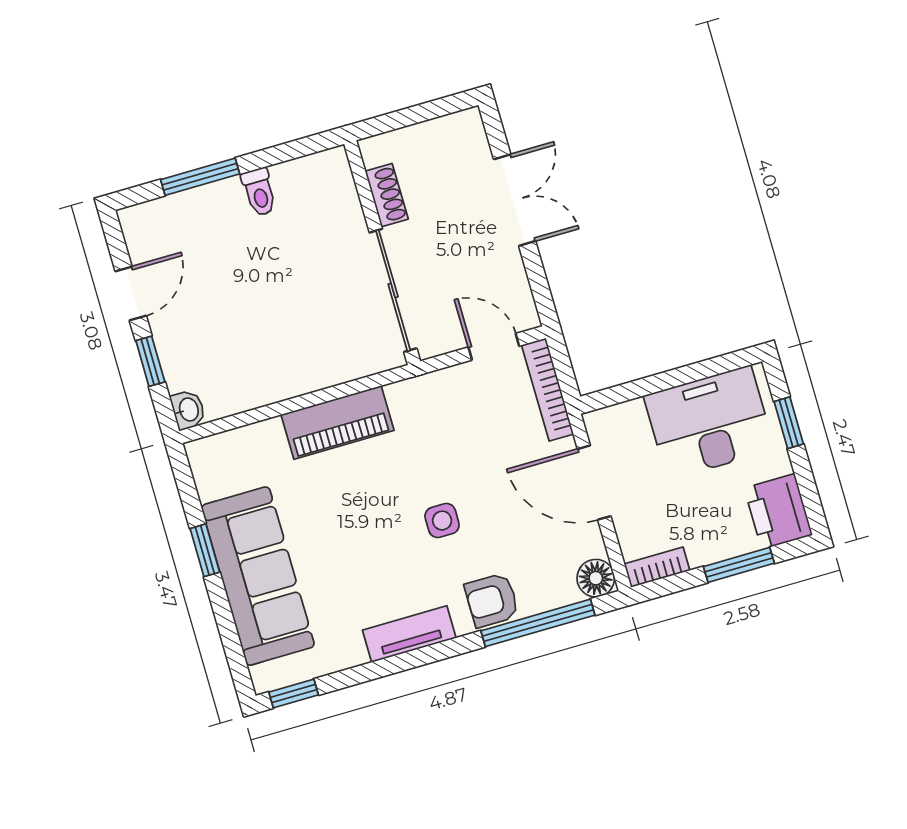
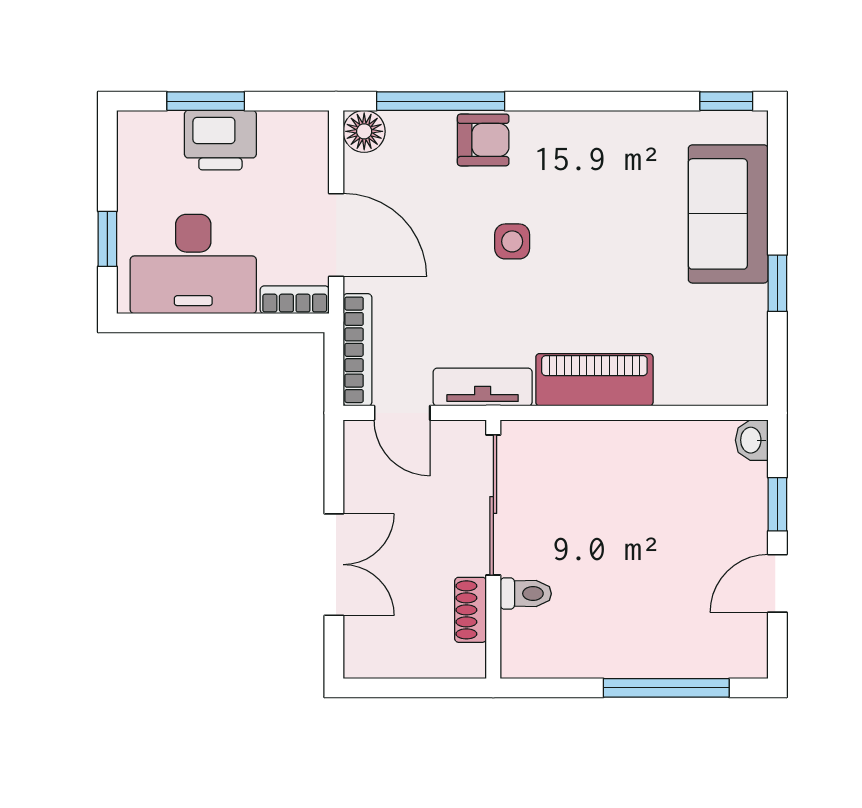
window: (200, 177) -> (666, 688), width x1.44
toilet: (259, 192) -> (526, 594), moved, turned 90
double door: (515, 200) -> (334, 565), swing flipped
printer: (778, 512) -> (220, 140), moved, turned 90
bookcase: (657, 567) -> (295, 300), moved, turned 180
sofa: (258, 576) -> (728, 214), width x0.73
tv unit: (409, 634) -> (483, 387), moved, turned 180

